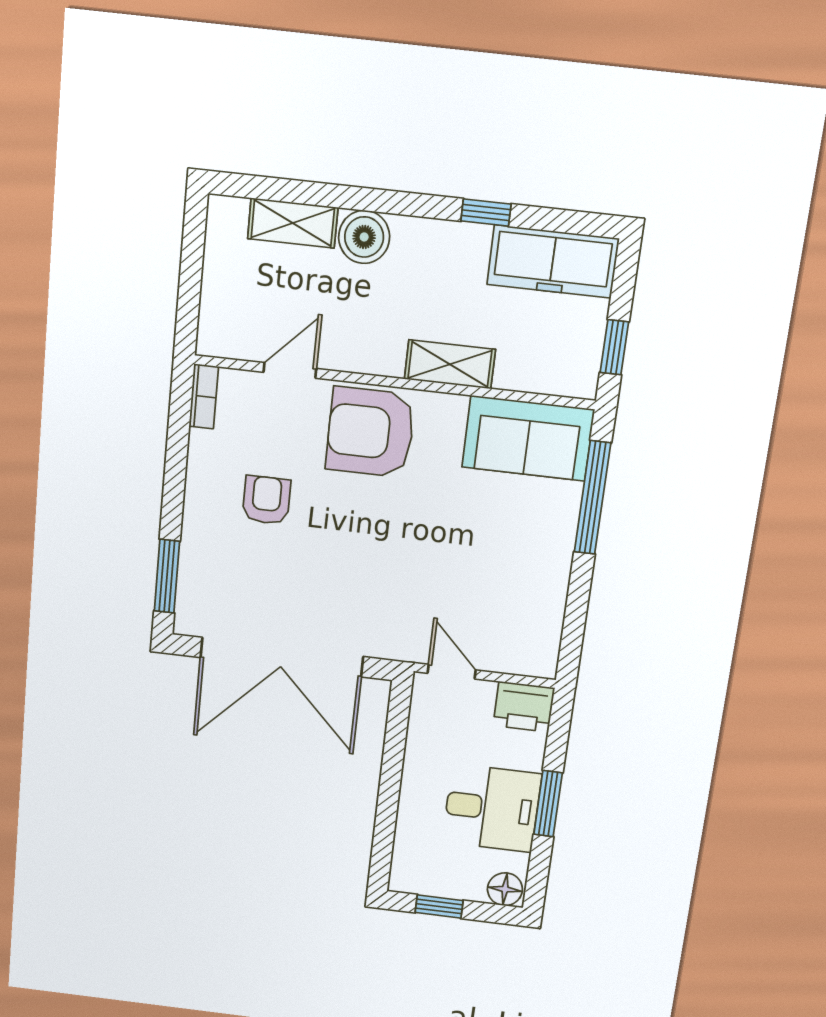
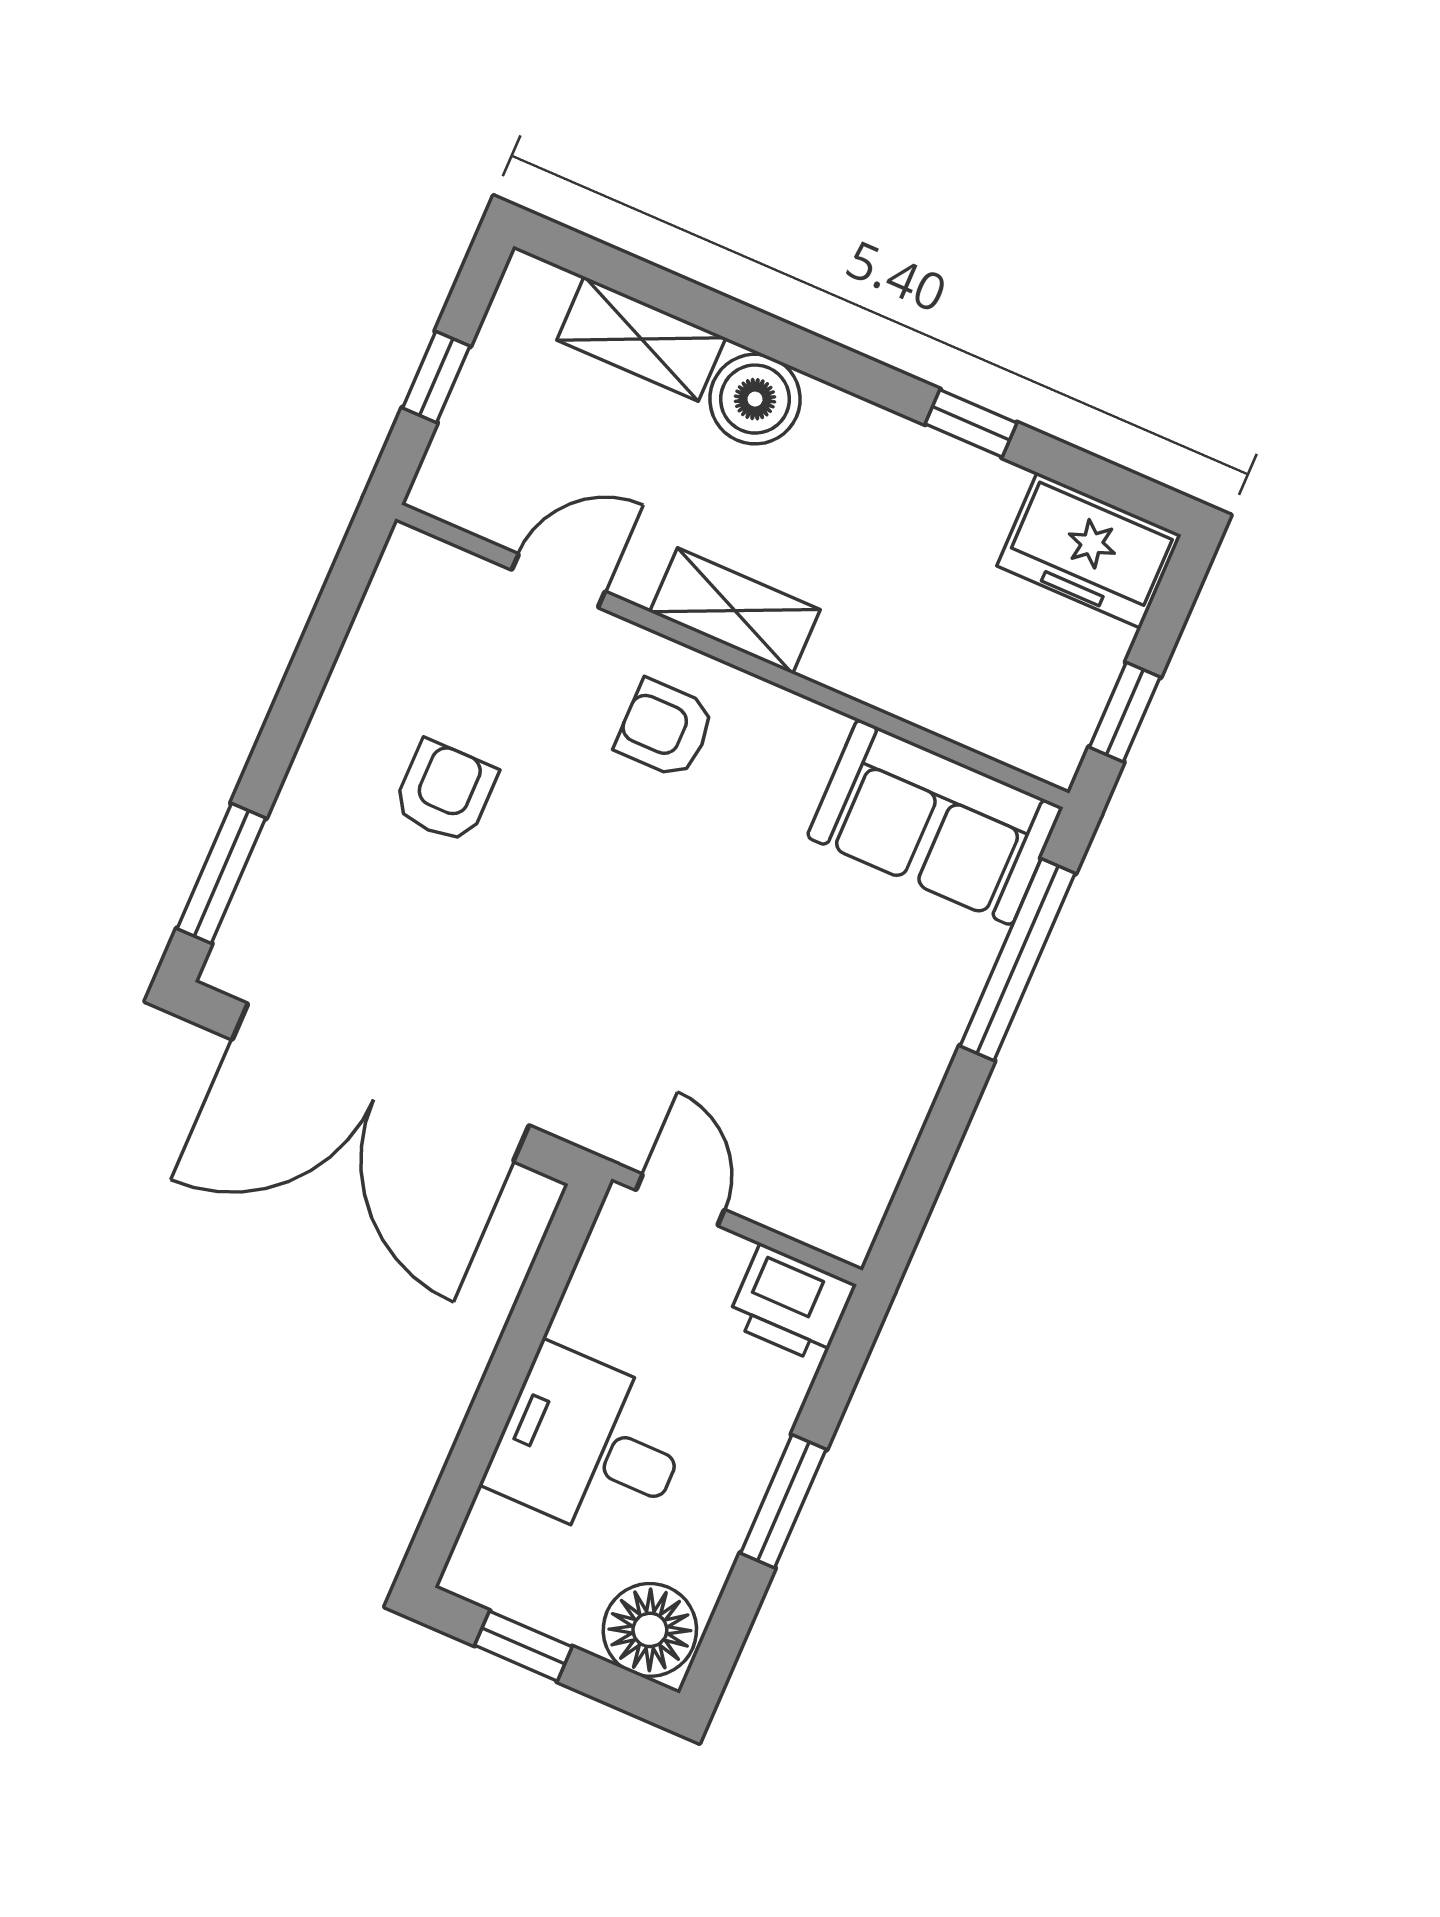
freezer: (553, 262) -> (1089, 550), width x0.71
window: (190, 280) -> (436, 377), added
shelving: (450, 364) -> (735, 611), moved
bookcase: (204, 396) -> (394, 579), removed
armchair: (370, 432) -> (665, 729), width x0.53, depth x0.53
desk: (492, 808) -> (590, 1446), moved, turned 180
floor lamp: (505, 889) -> (650, 1630), width x1.38, depth x1.38

